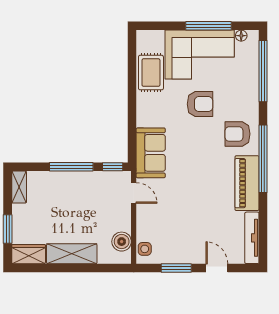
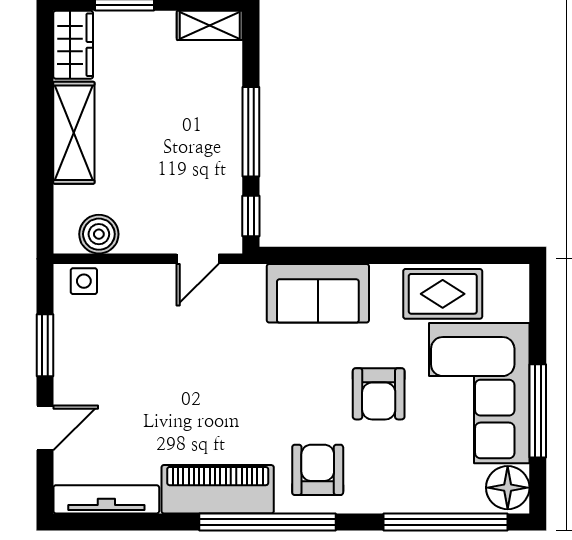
floor lamp: (241, 36) -> (508, 488), width x1.89, depth x1.89
sofa: (151, 153) -> (318, 293), moved

